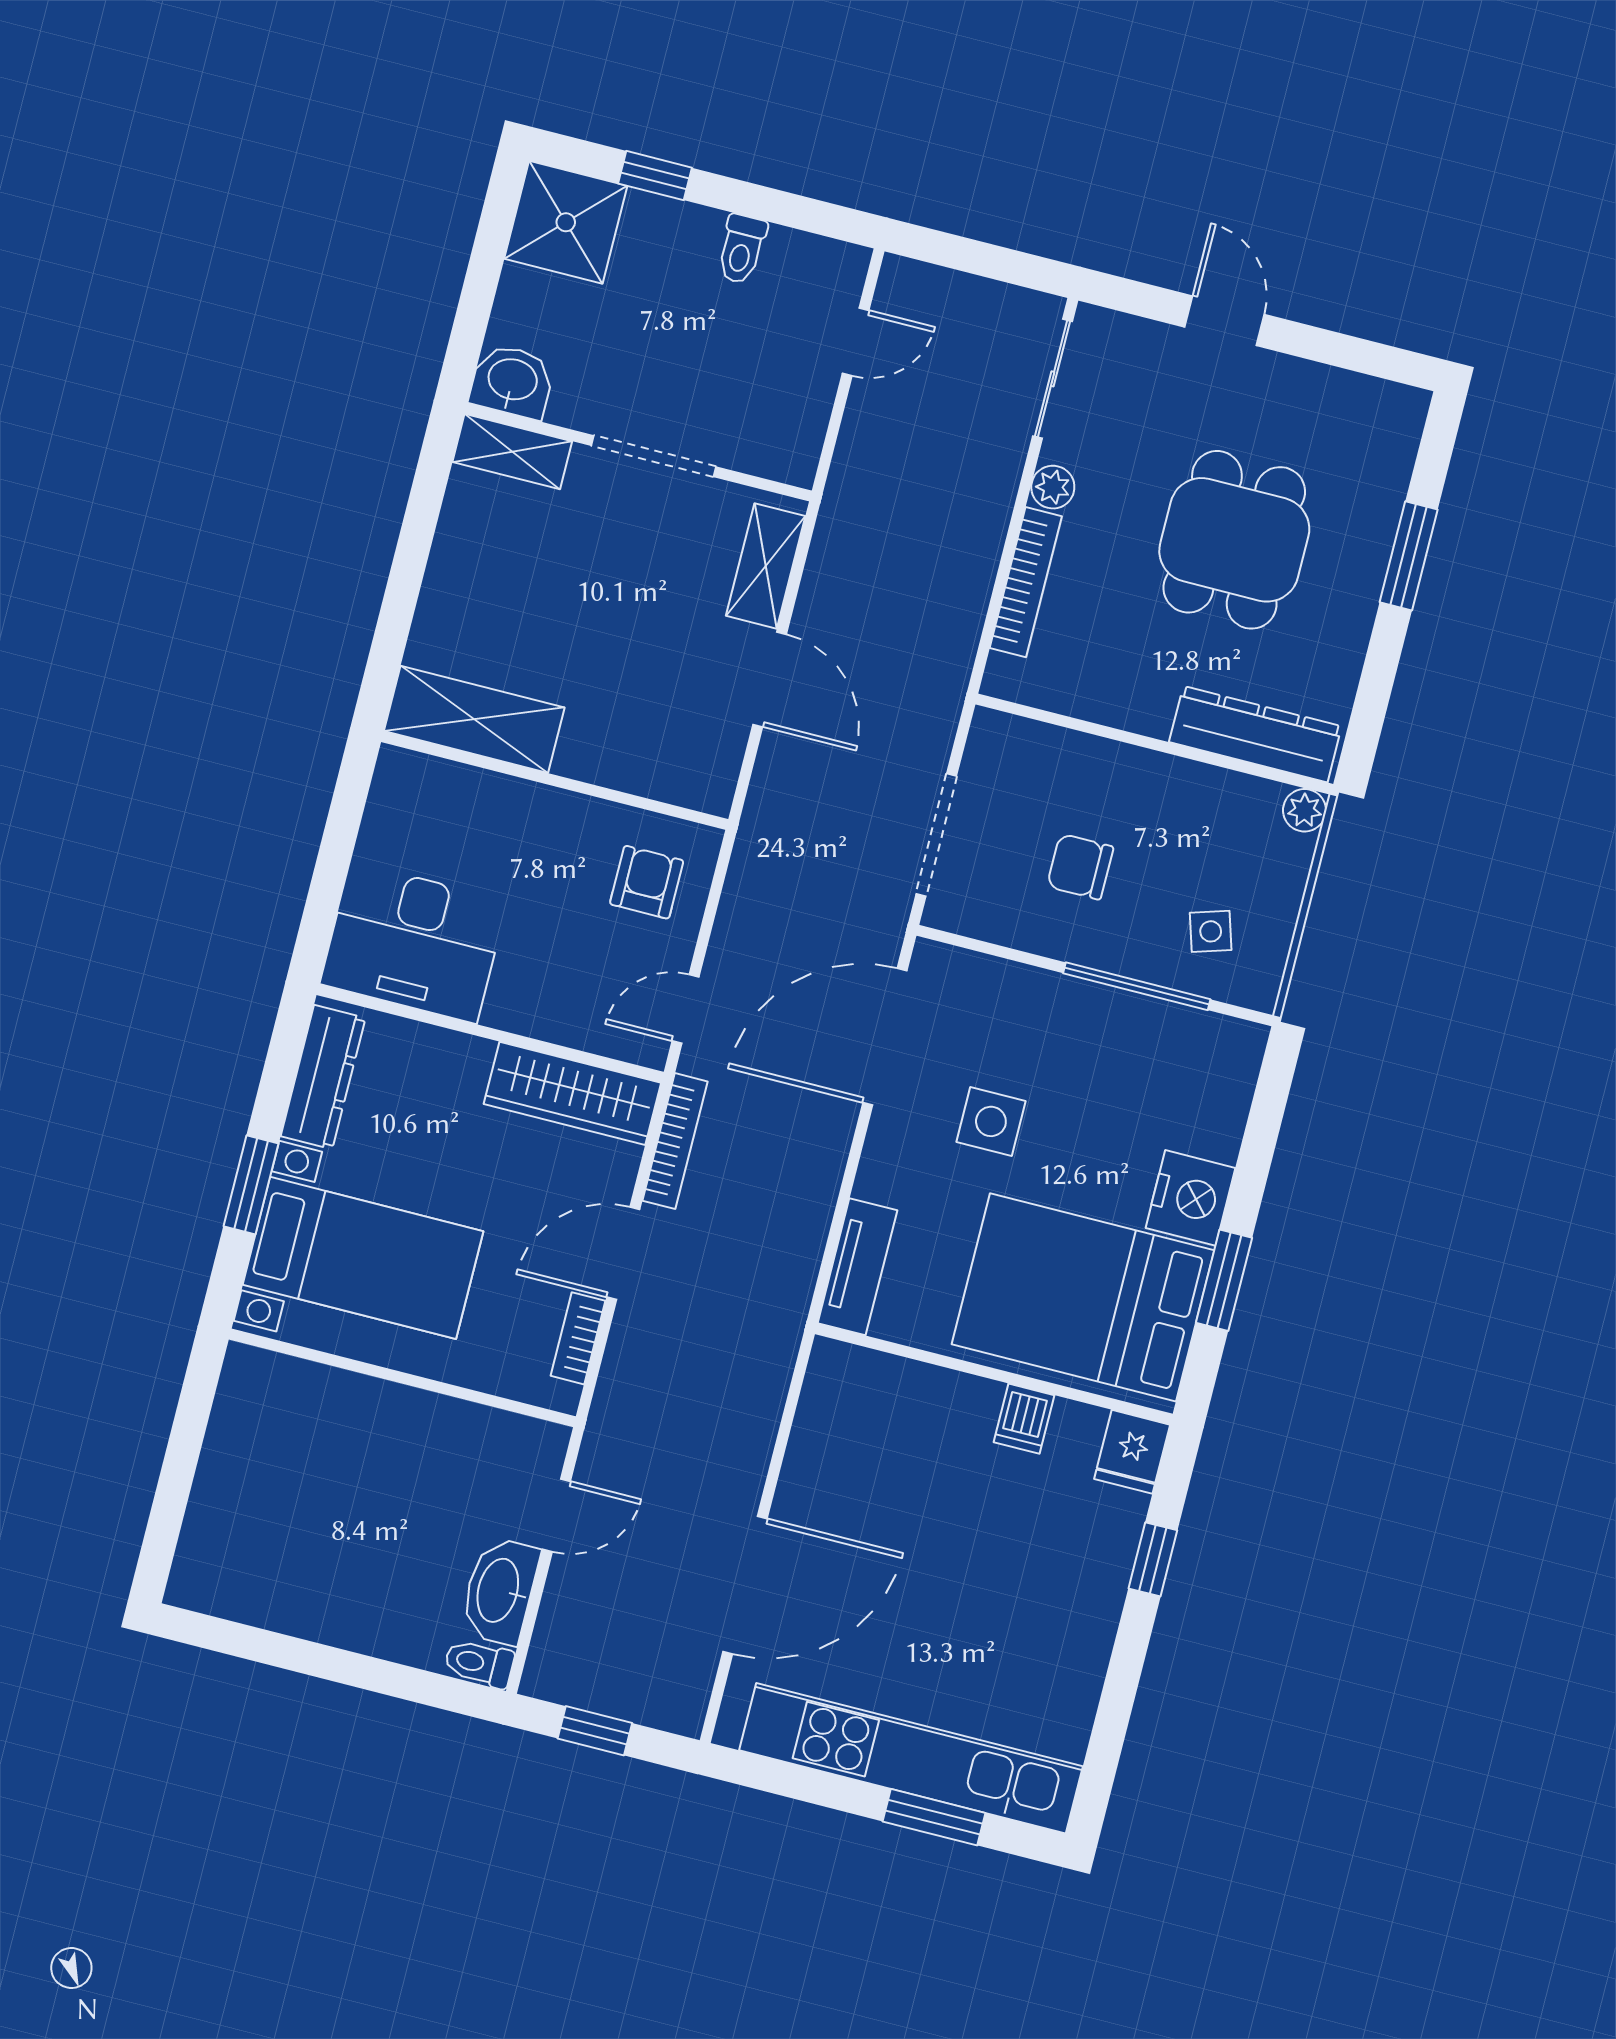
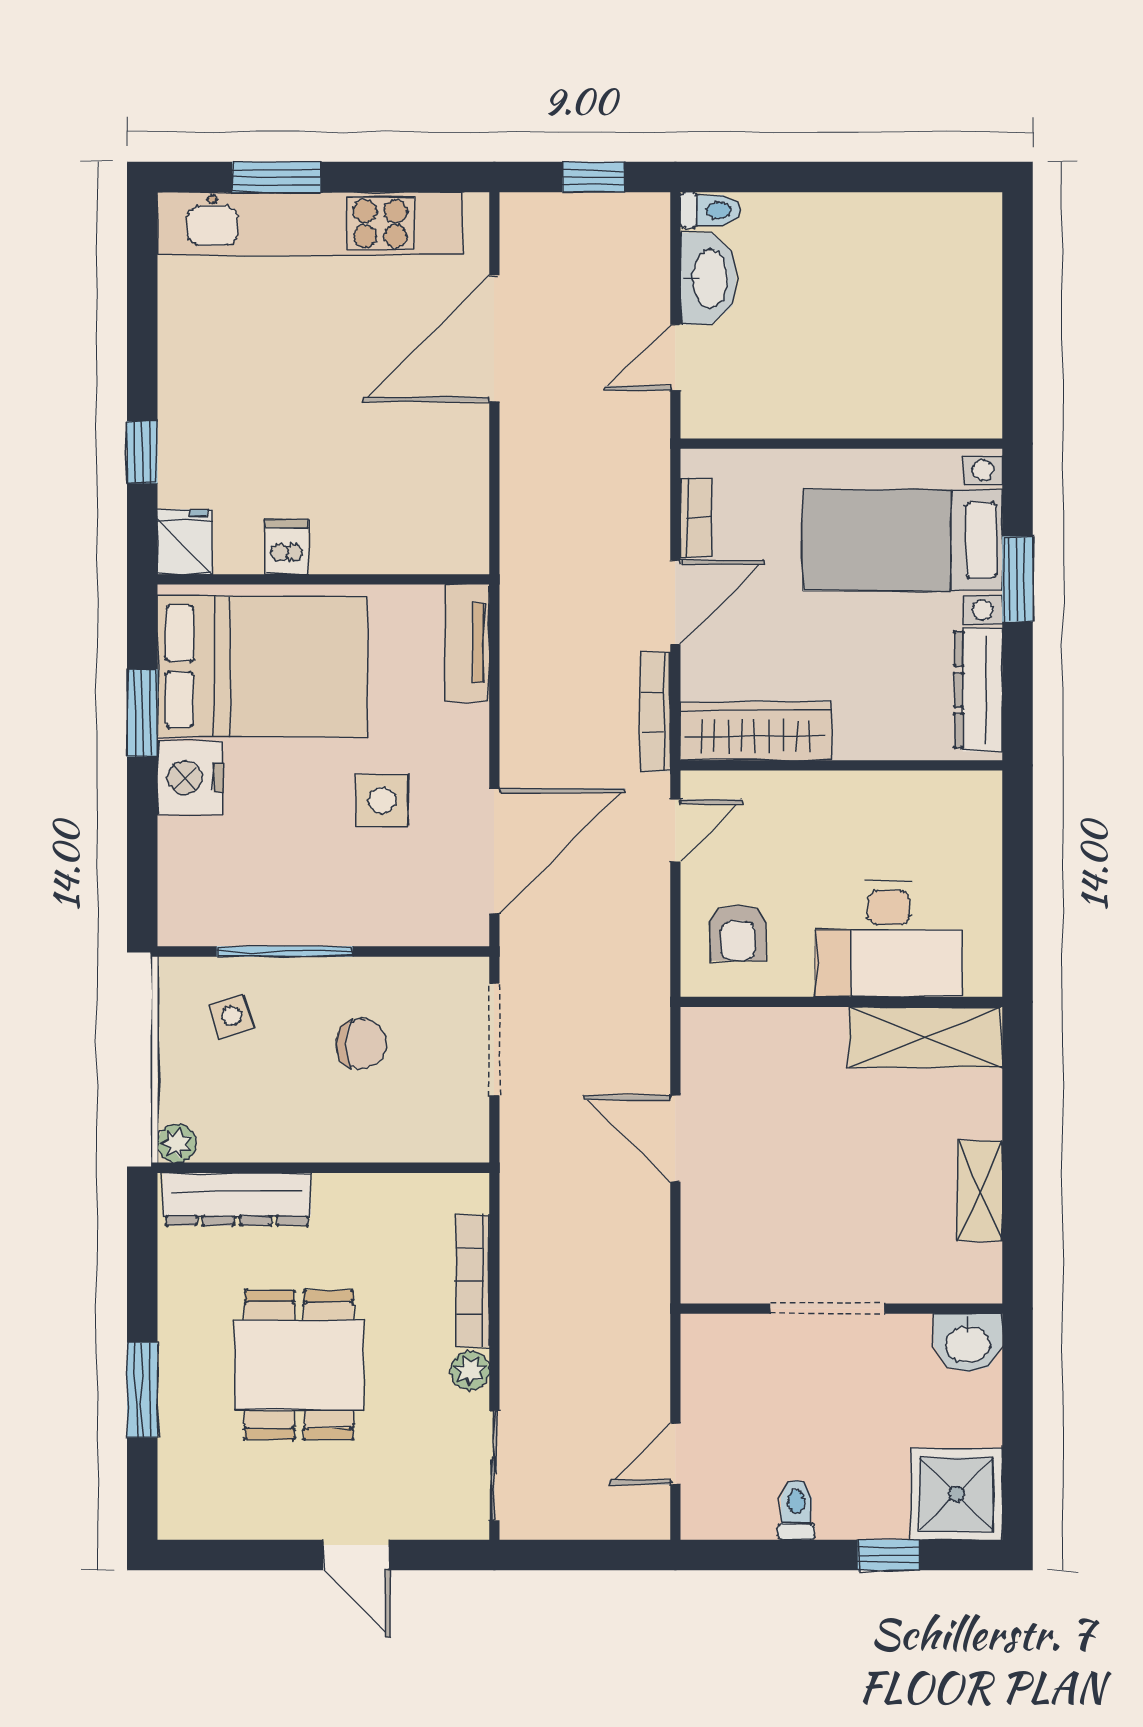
shelving: (512, 452) -> (980, 1191), moved, turned 90
shelving: (766, 566) -> (704, 1237), removed
desk: (414, 942) -> (889, 939), moved, turned 180

